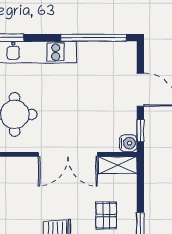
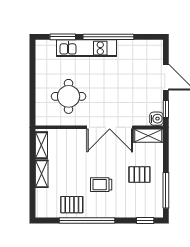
window: (94, 38) -> (108, 37), moved
pallet: (106, 215) -> (139, 175), turned 90

